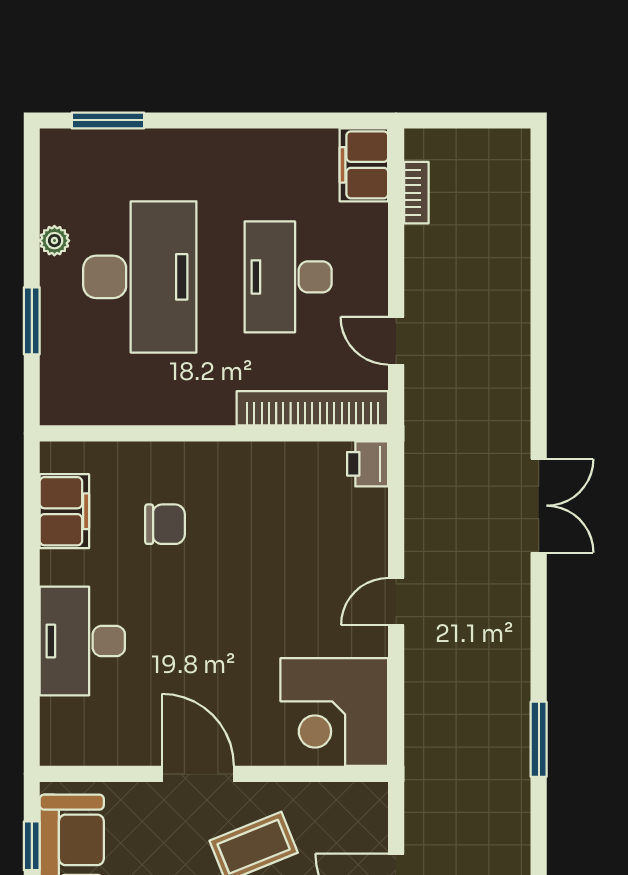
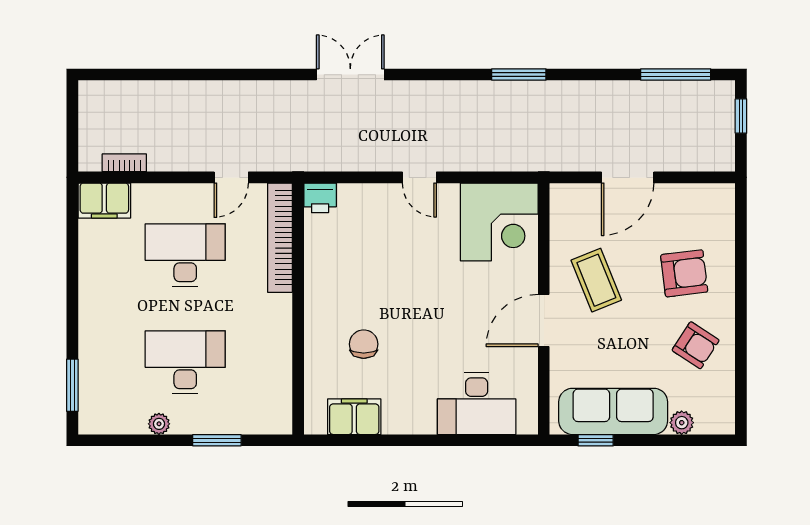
desk: (140, 277) -> (185, 362), width x0.73, depth x0.77
desk: (288, 277) -> (185, 255), turned 180
desk: (82, 641) -> (477, 404), moved

